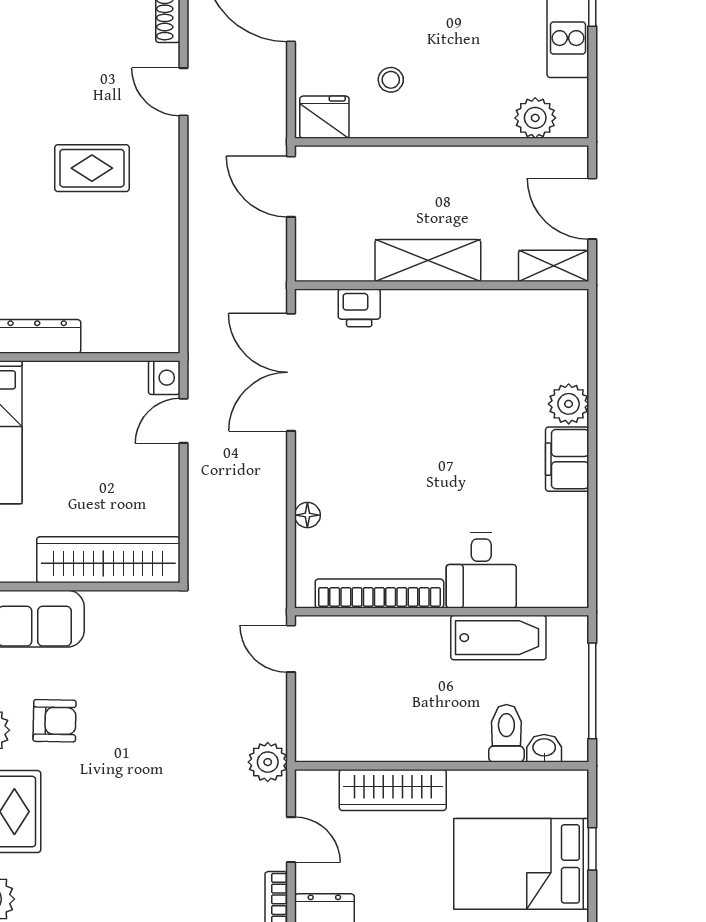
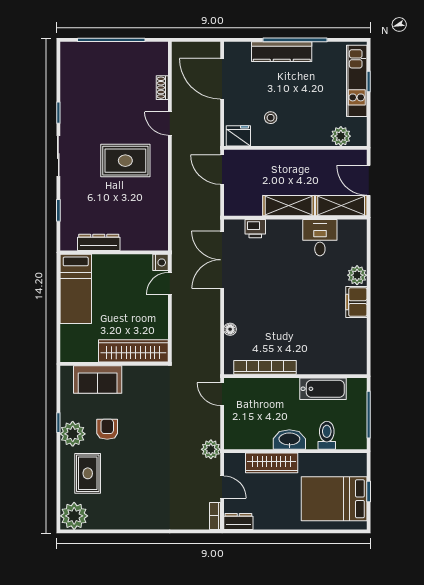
rug: (92, 168) -> (125, 161), width x1.36, depth x1.43
shelving: (554, 266) -> (341, 206), width x1.50, depth x1.33
desk: (481, 570) -> (320, 238), moved, turned 180
armchair: (55, 721) -> (107, 429), turned -91
washbasin: (544, 748) -> (289, 440), moved, width x1.91, depth x1.45

